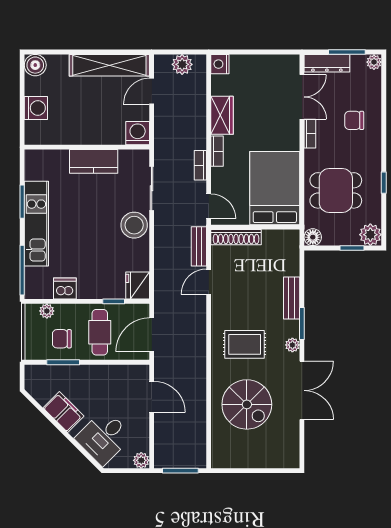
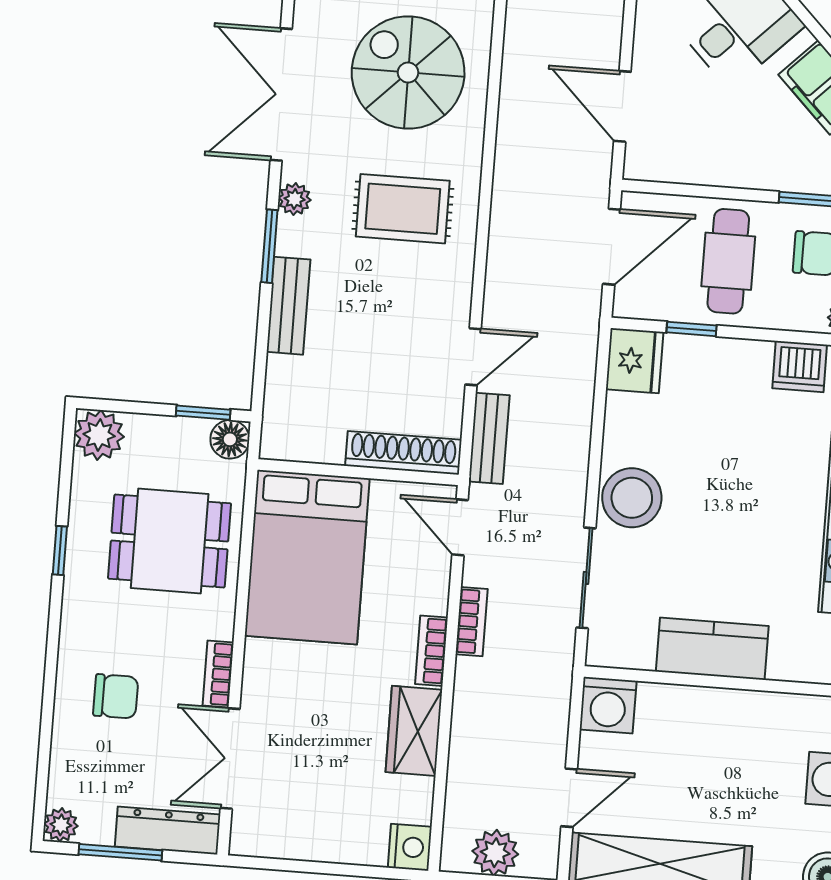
window: (352, 248) -> (203, 413), moved

